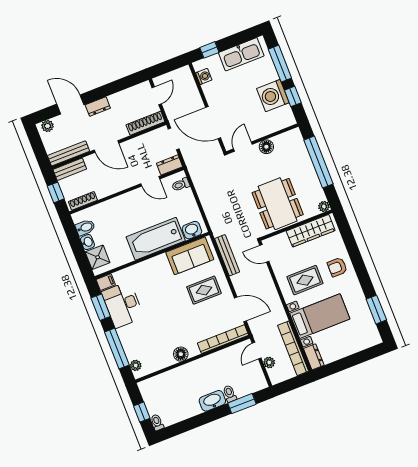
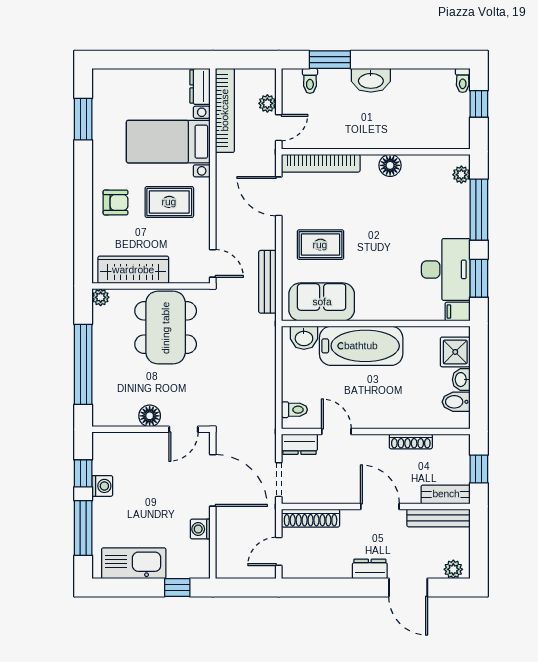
washing machine: (204, 76) -> (200, 529), moved
washing machine: (273, 96) -> (102, 486), width x0.53, depth x0.53
shoe rack: (83, 201) -> (411, 441), moved
toilet: (230, 394) -> (310, 81), moved

